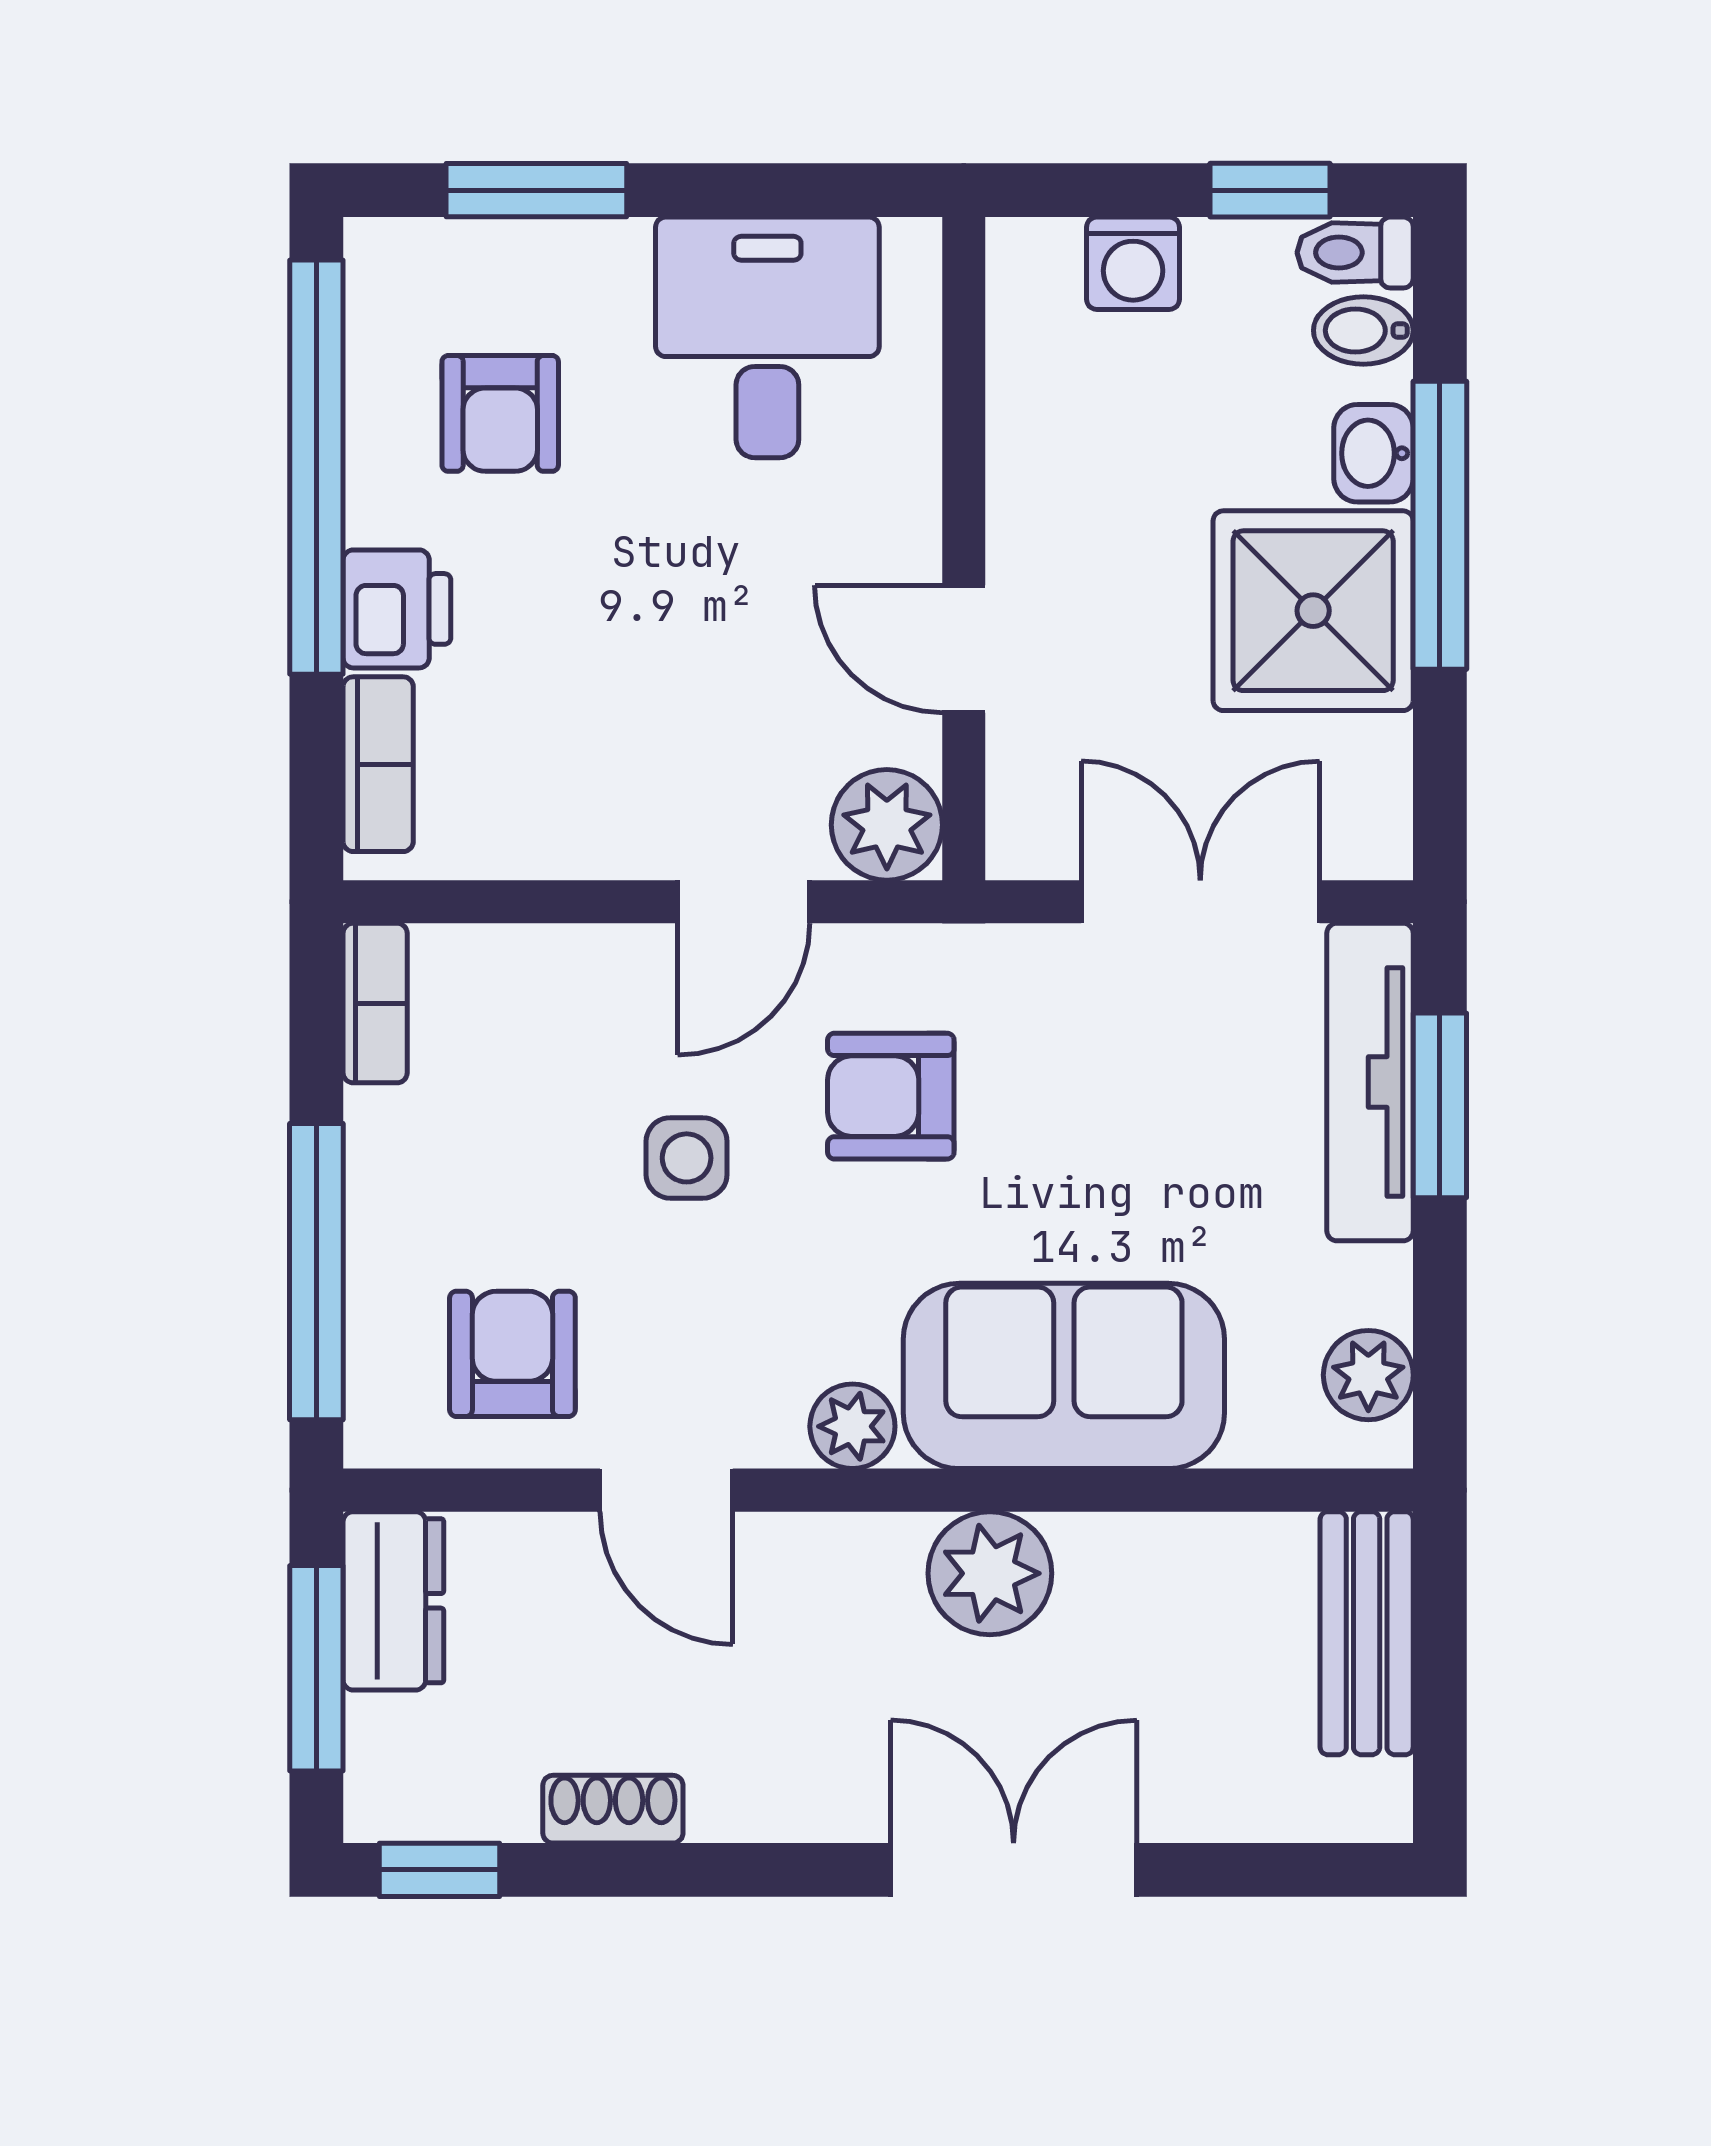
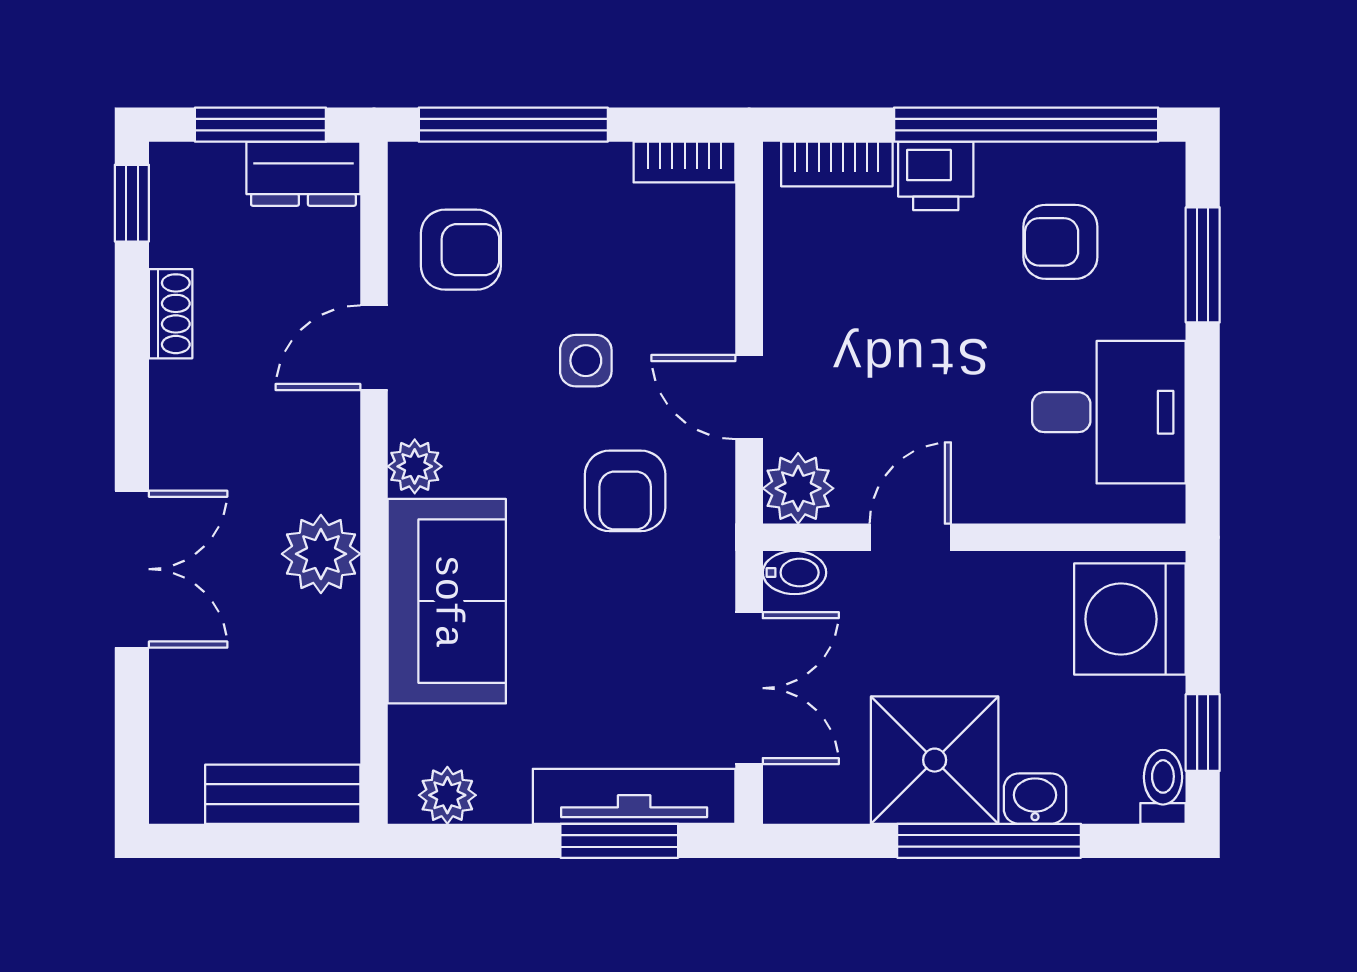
washing machine: (1133, 263) -> (1130, 619), width x1.89, depth x1.89
bidet: (1363, 330) -> (794, 573), moved, turned 90
armchair: (891, 1096) -> (625, 491), turned 180

